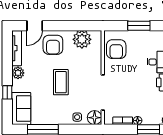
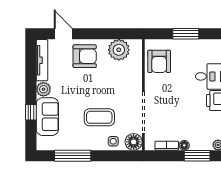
door: (35, 26) -> (63, 34), swing flipped
armchair: (53, 45) -> (85, 56), turned -90
coffee table: (61, 82) -> (99, 117), moved, turned 90
sofa: (21, 108) -> (47, 117), moved

